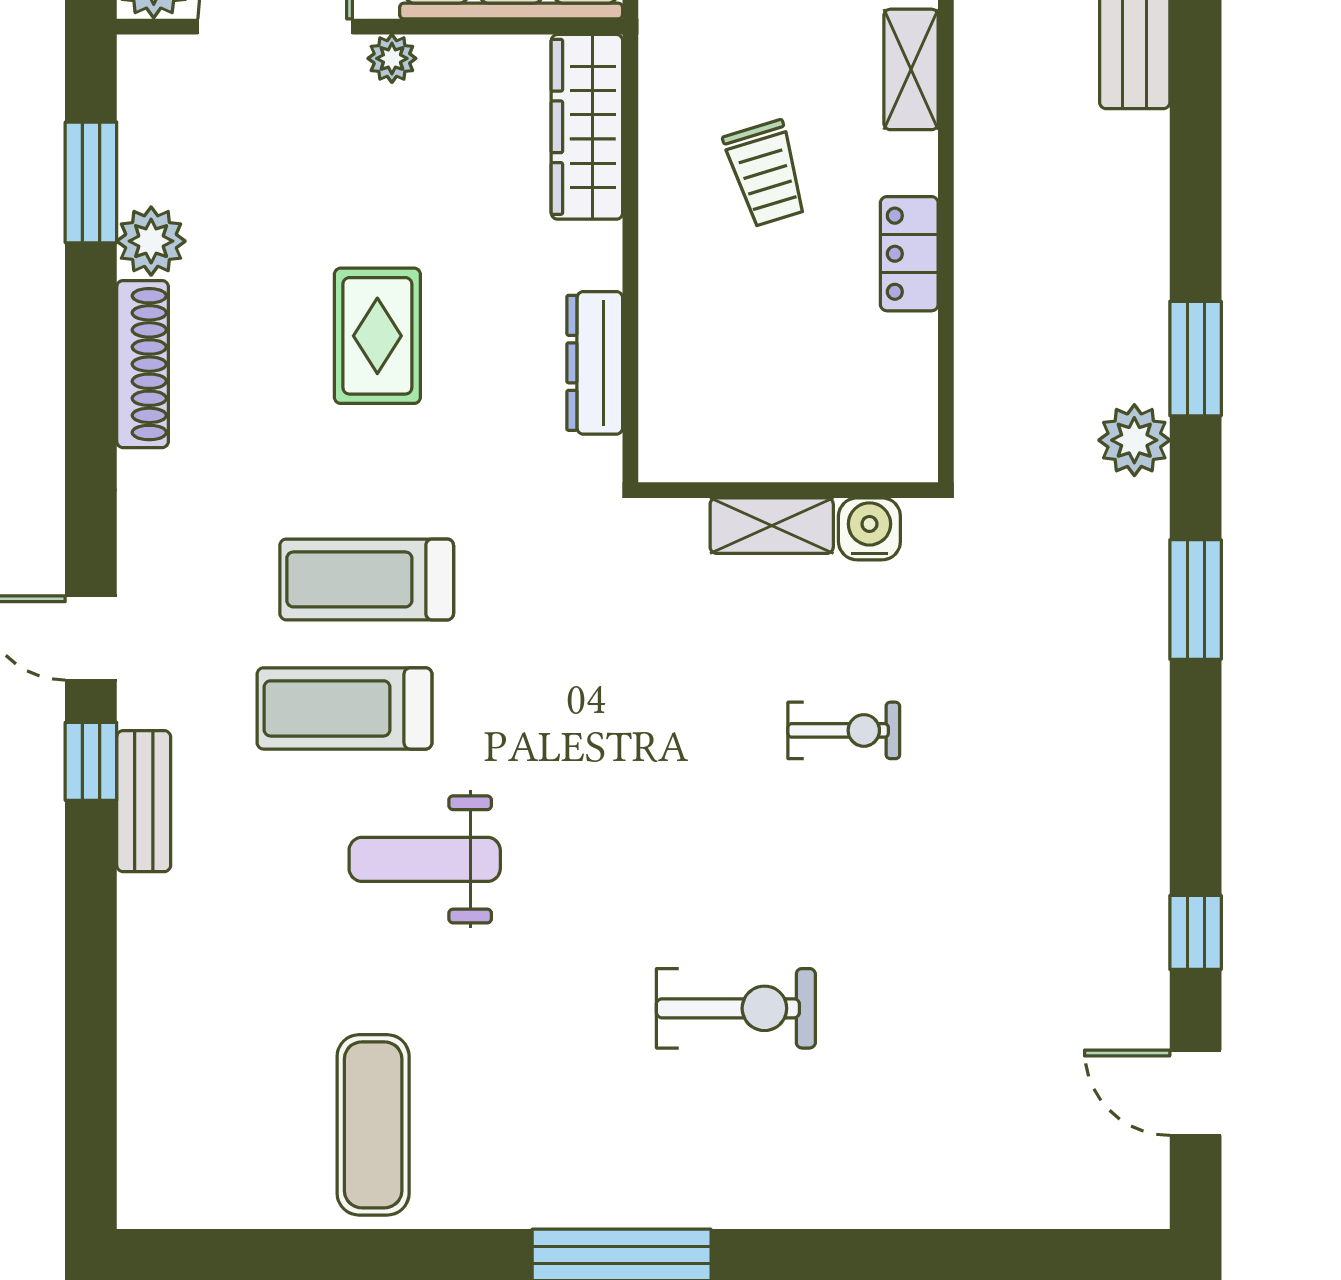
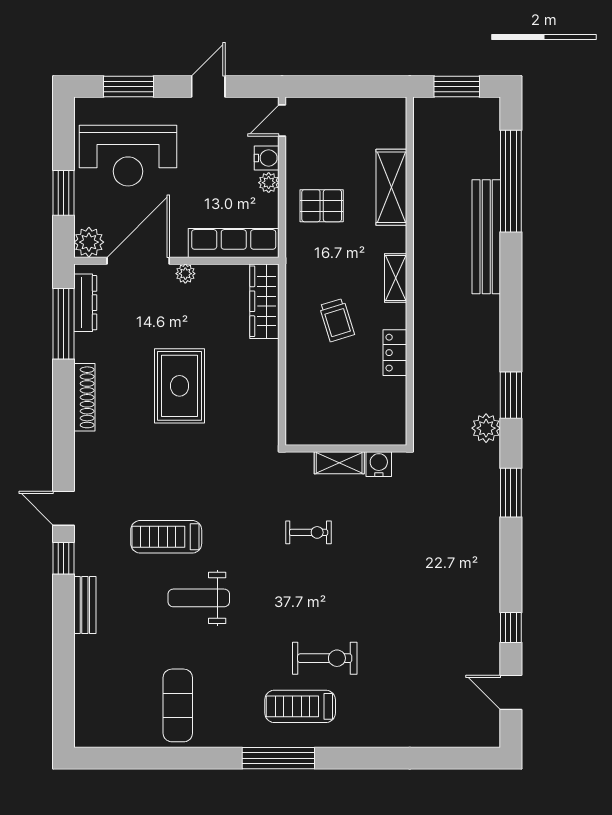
window: (91, 182) -> (64, 324), width x1.44
plant: (151, 241) -> (88, 348), removed
rug: (377, 336) -> (180, 386), width x1.36, depth x1.43
dresser: (595, 363) -> (85, 303), moved, turned 180
treadmill: (367, 579) -> (300, 706), moved
exercise bike: (844, 730) -> (309, 532), moved
bench: (144, 801) -> (85, 605), moved

